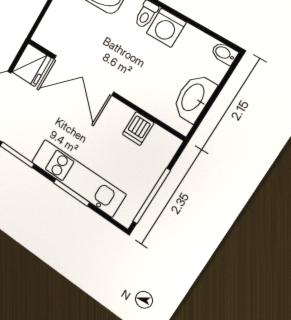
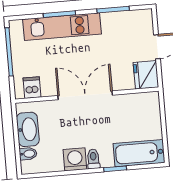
bidet: (224, 53) -> (28, 154), moved
double door: (84, 75) -> (85, 95), moved
dishwasher: (138, 129) -> (32, 88), moved

